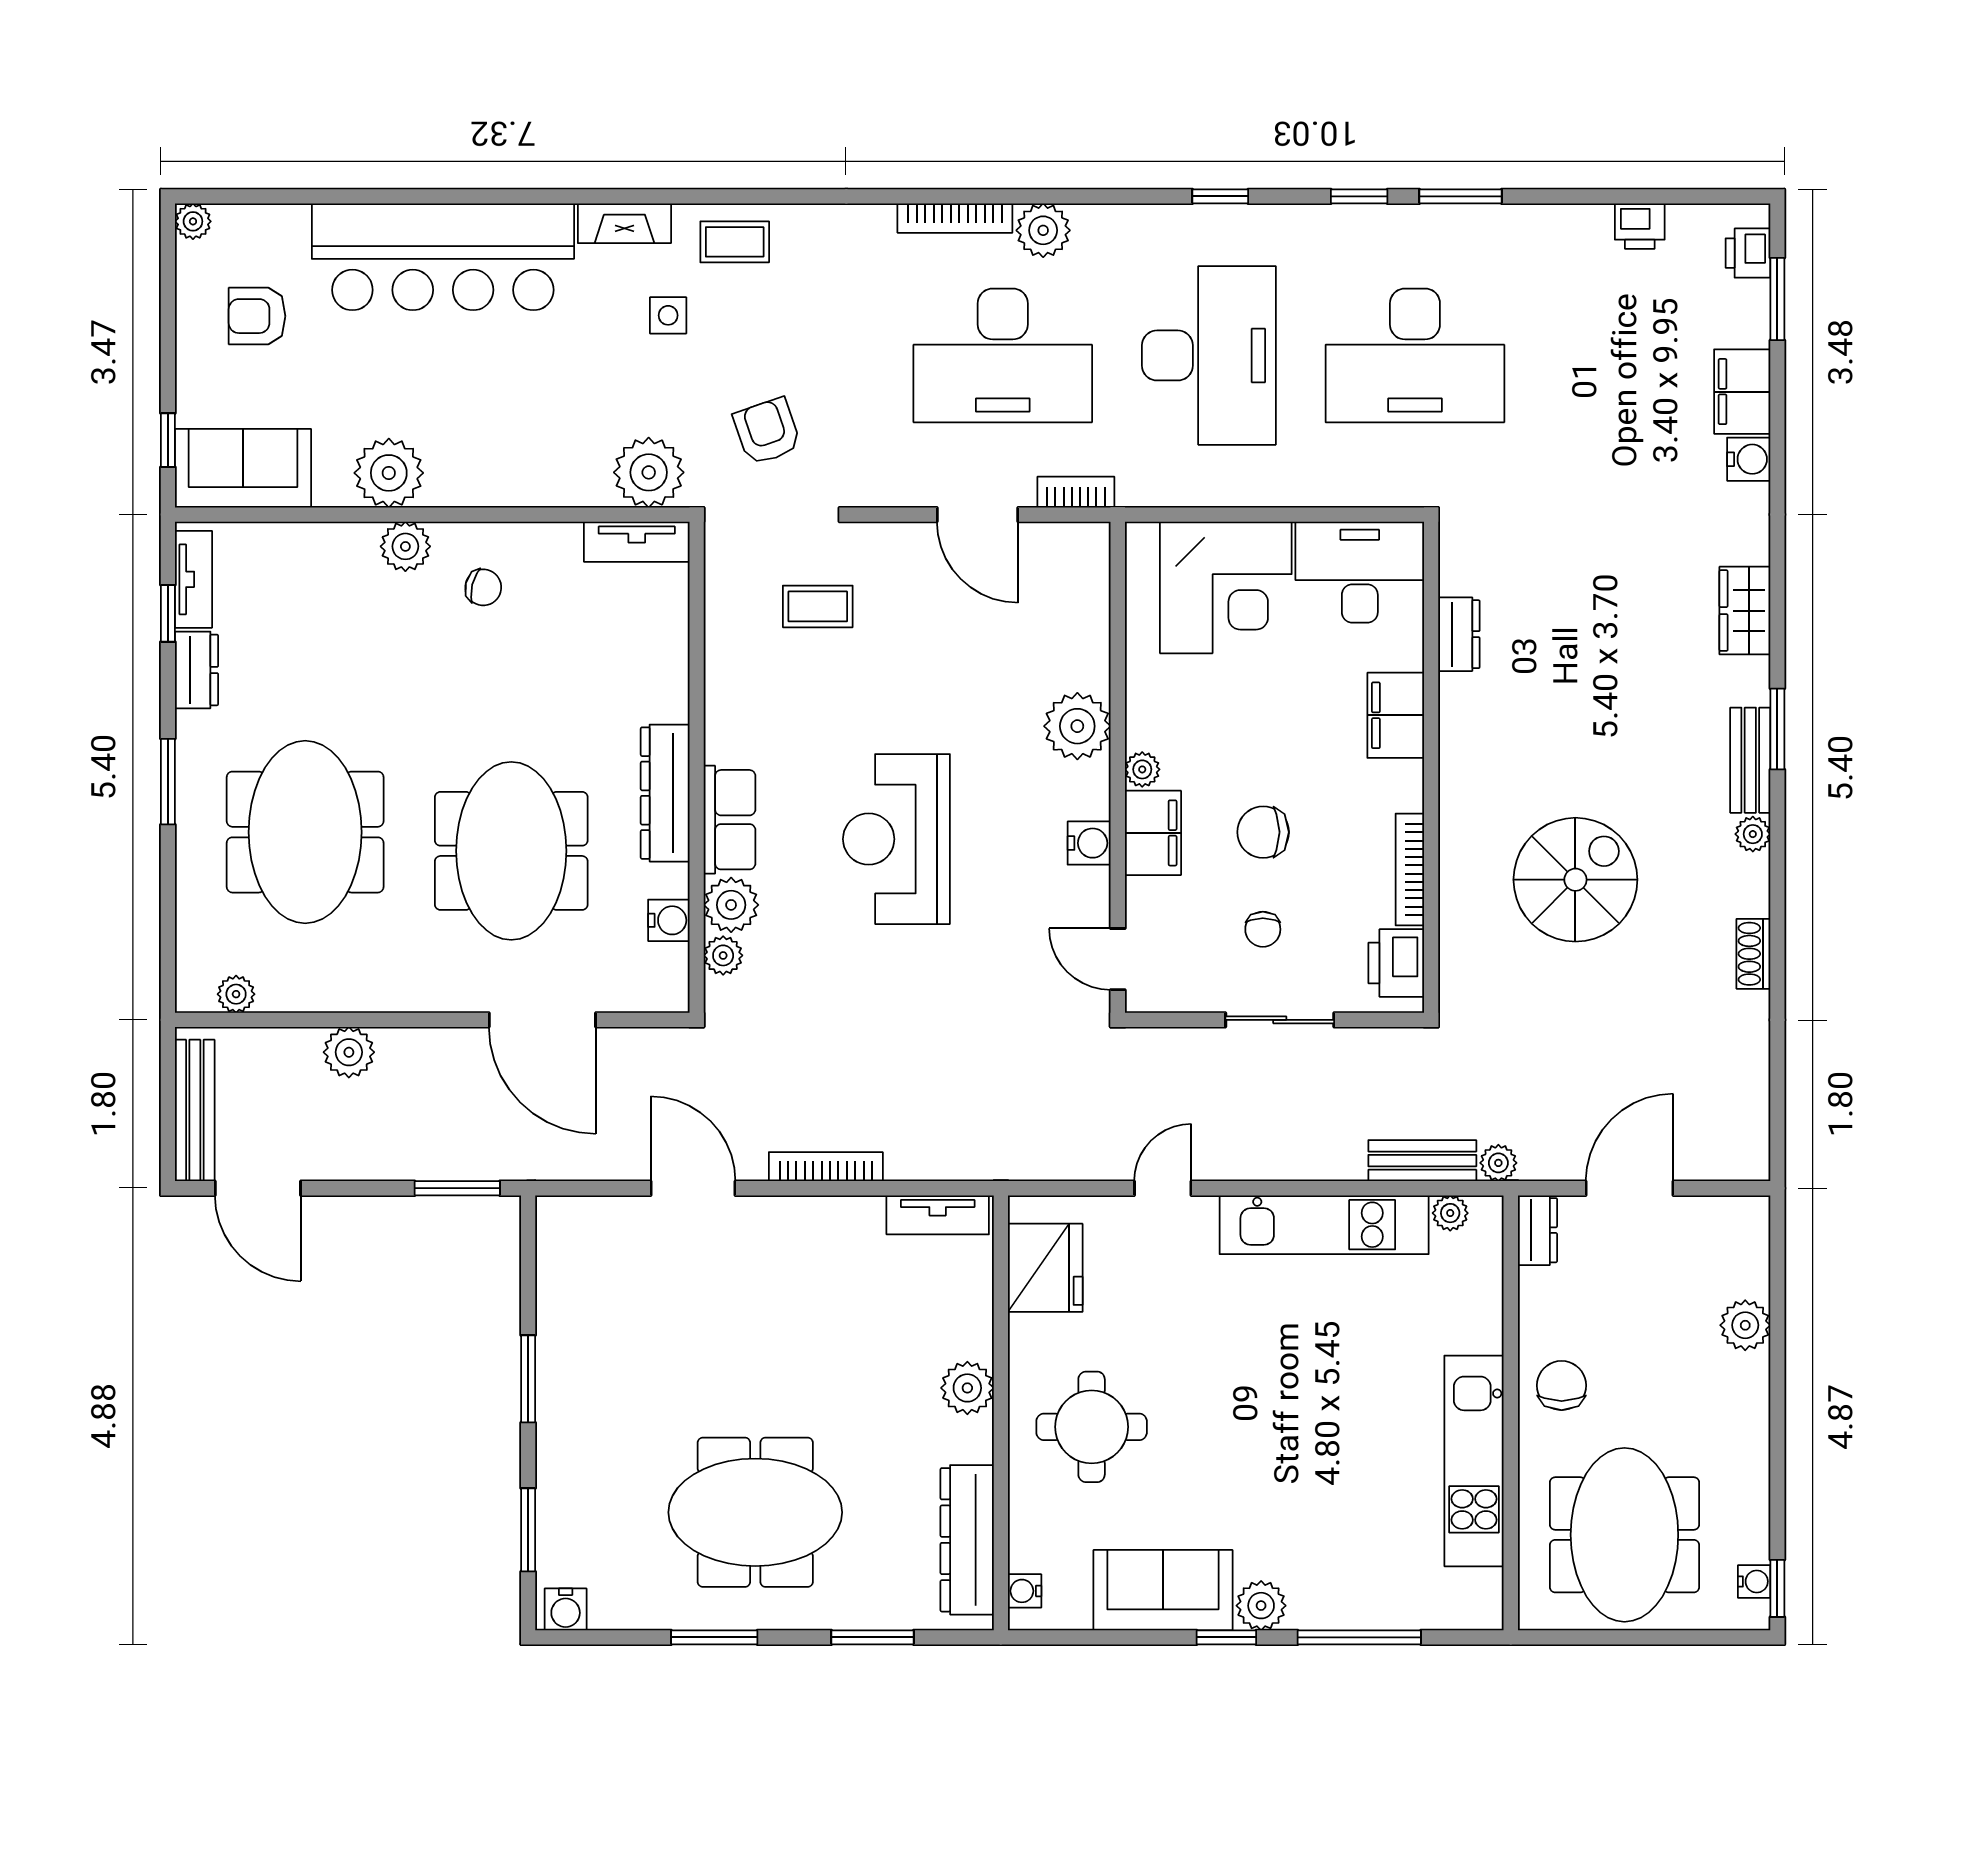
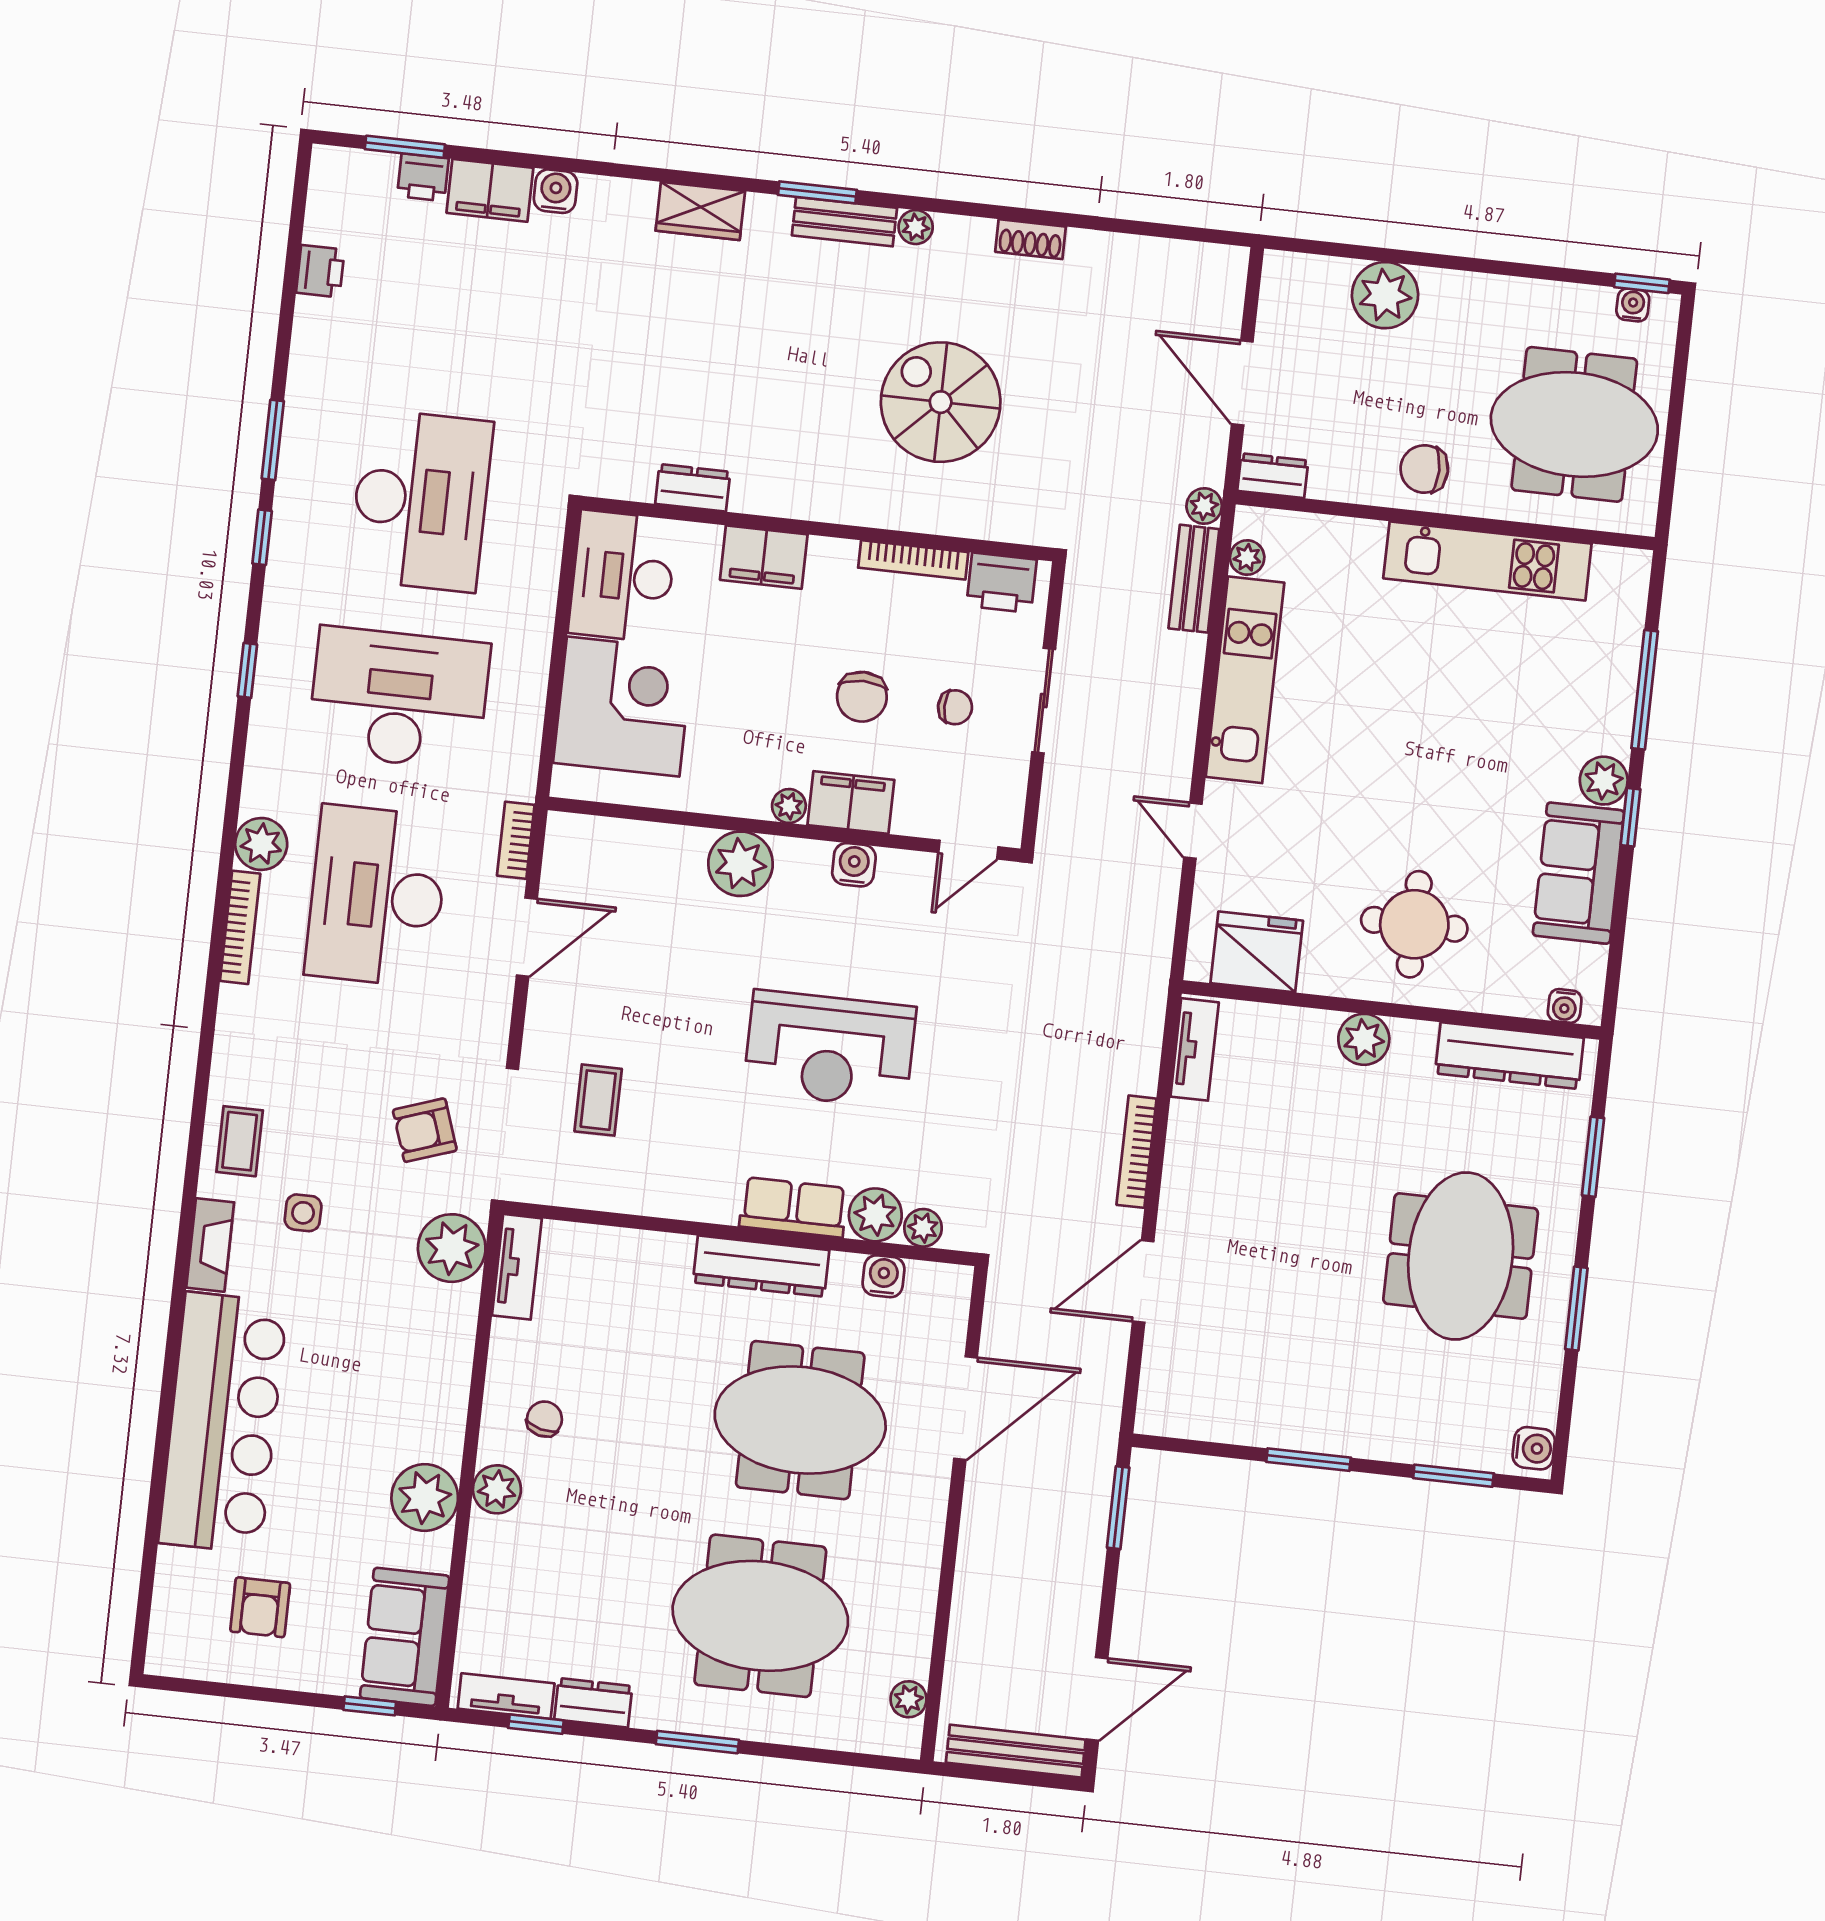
plant: (193, 221) -> (163, 1659), removed
printer: (1748, 253) -> (423, 177), moved
desk: (1003, 355) -> (377, 896), turned 180
plant: (349, 1052) -> (976, 1597), removed
plant: (1745, 1325) -> (1385, 295), width x1.36, depth x1.36

